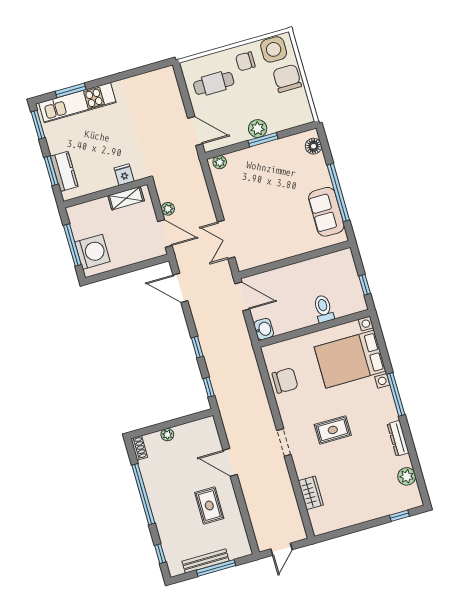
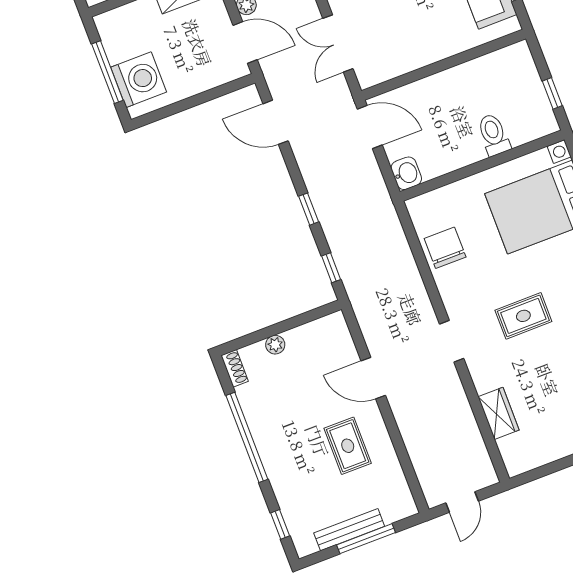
chair: (285, 380) -> (445, 248), turned -90

